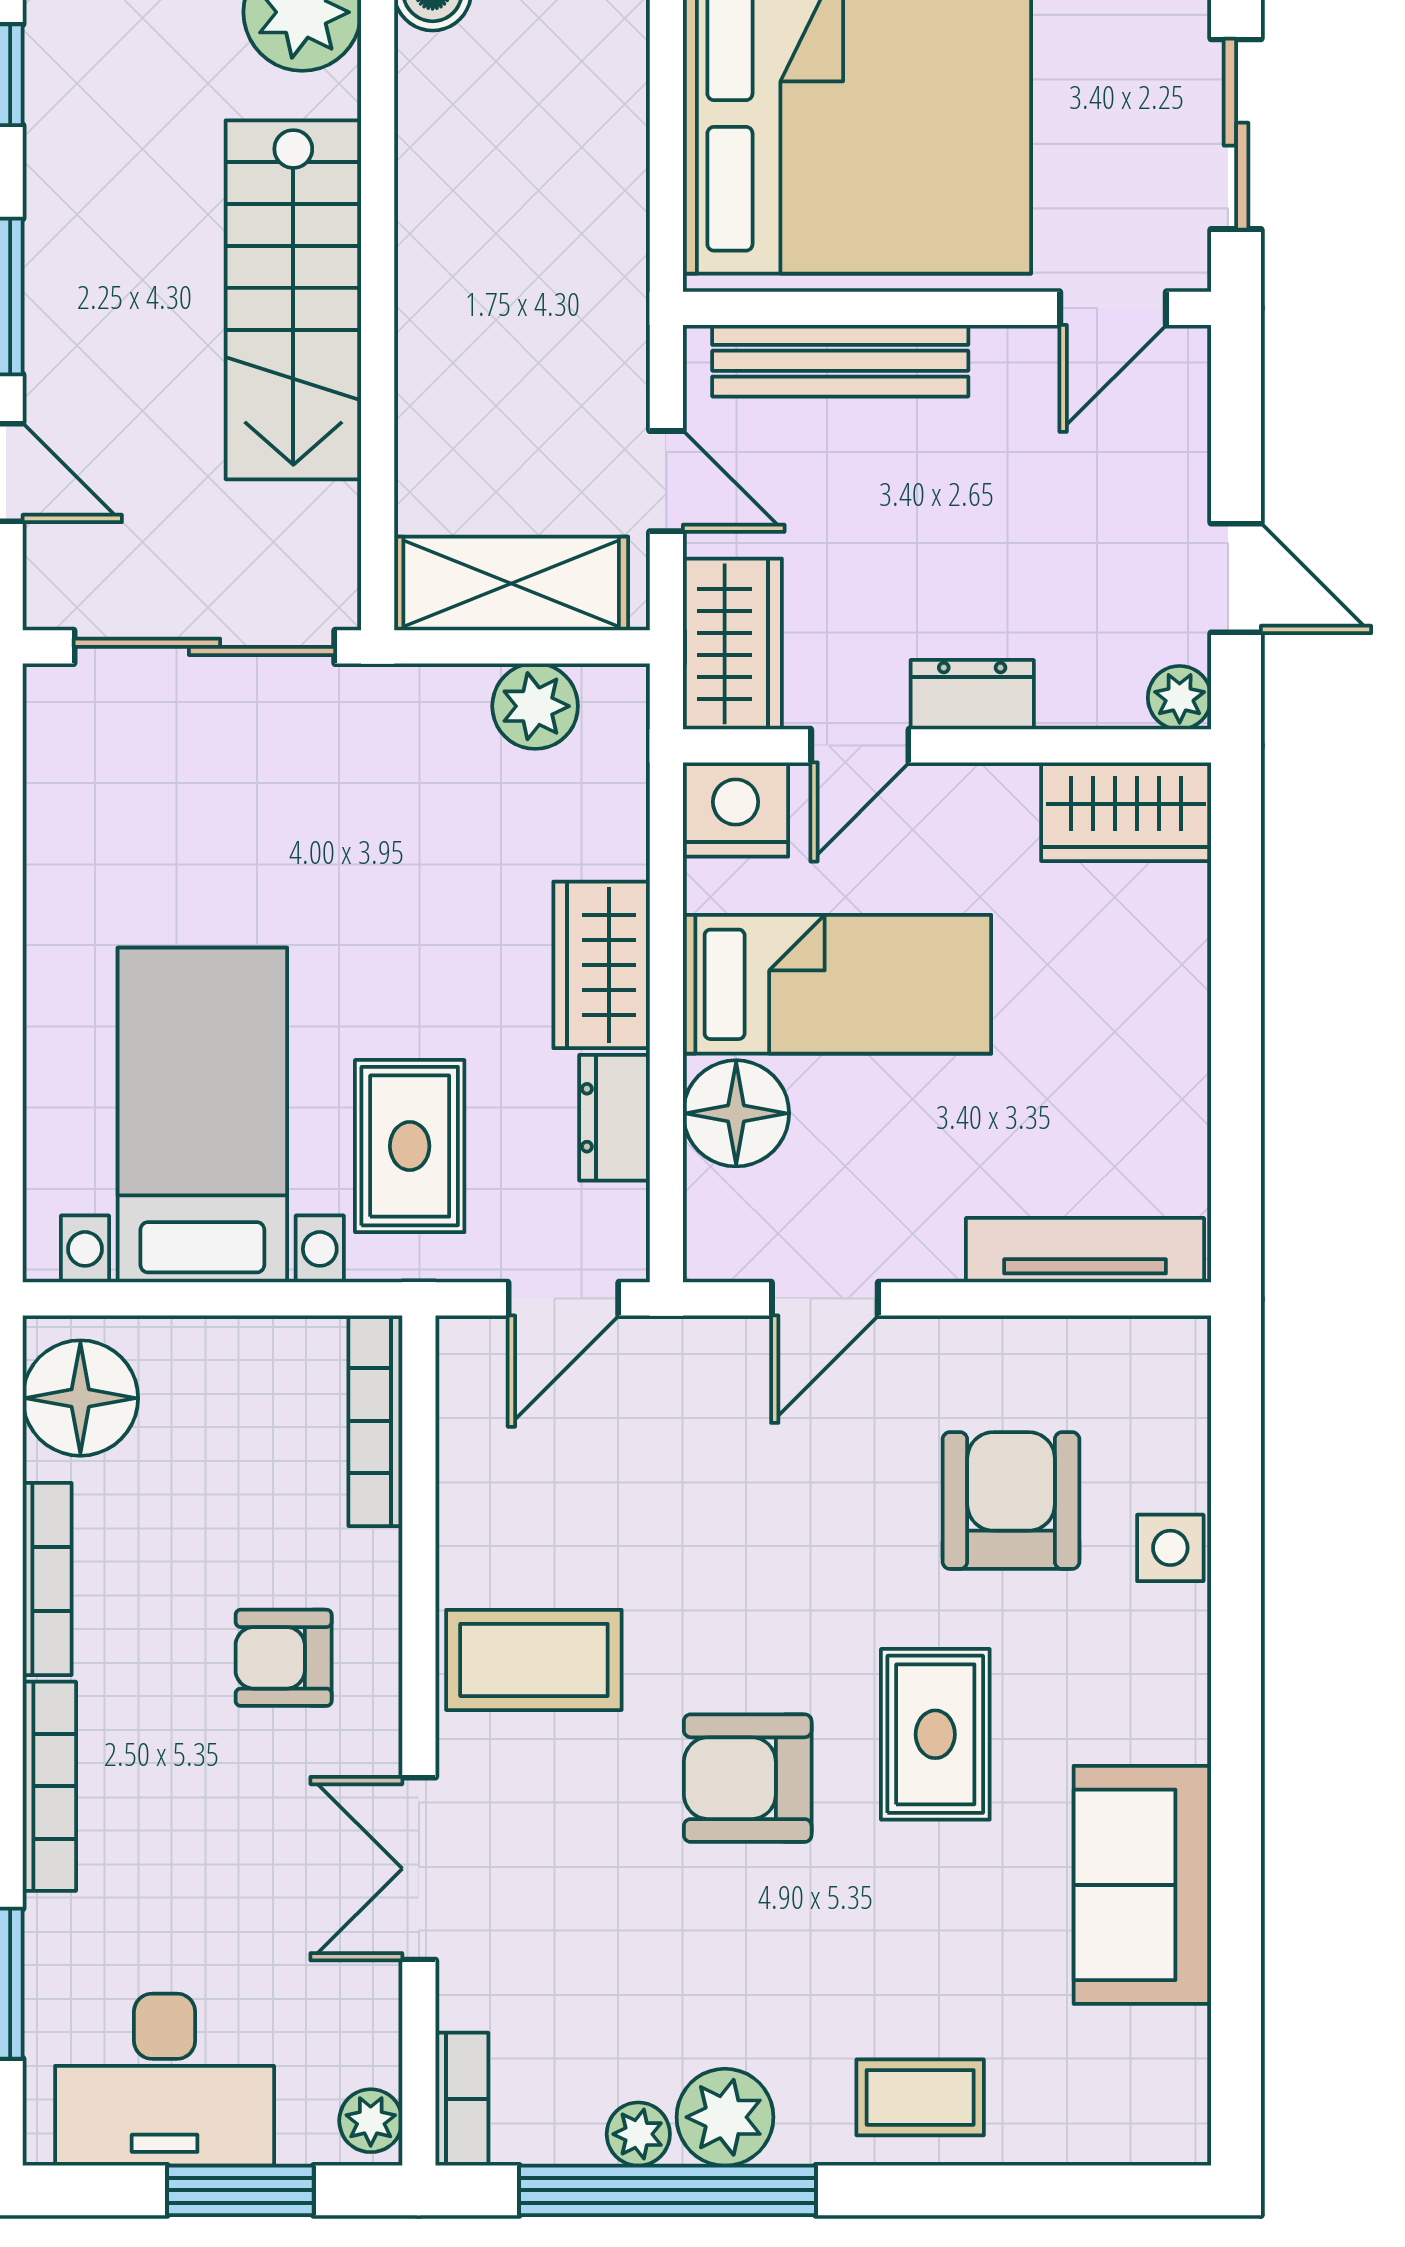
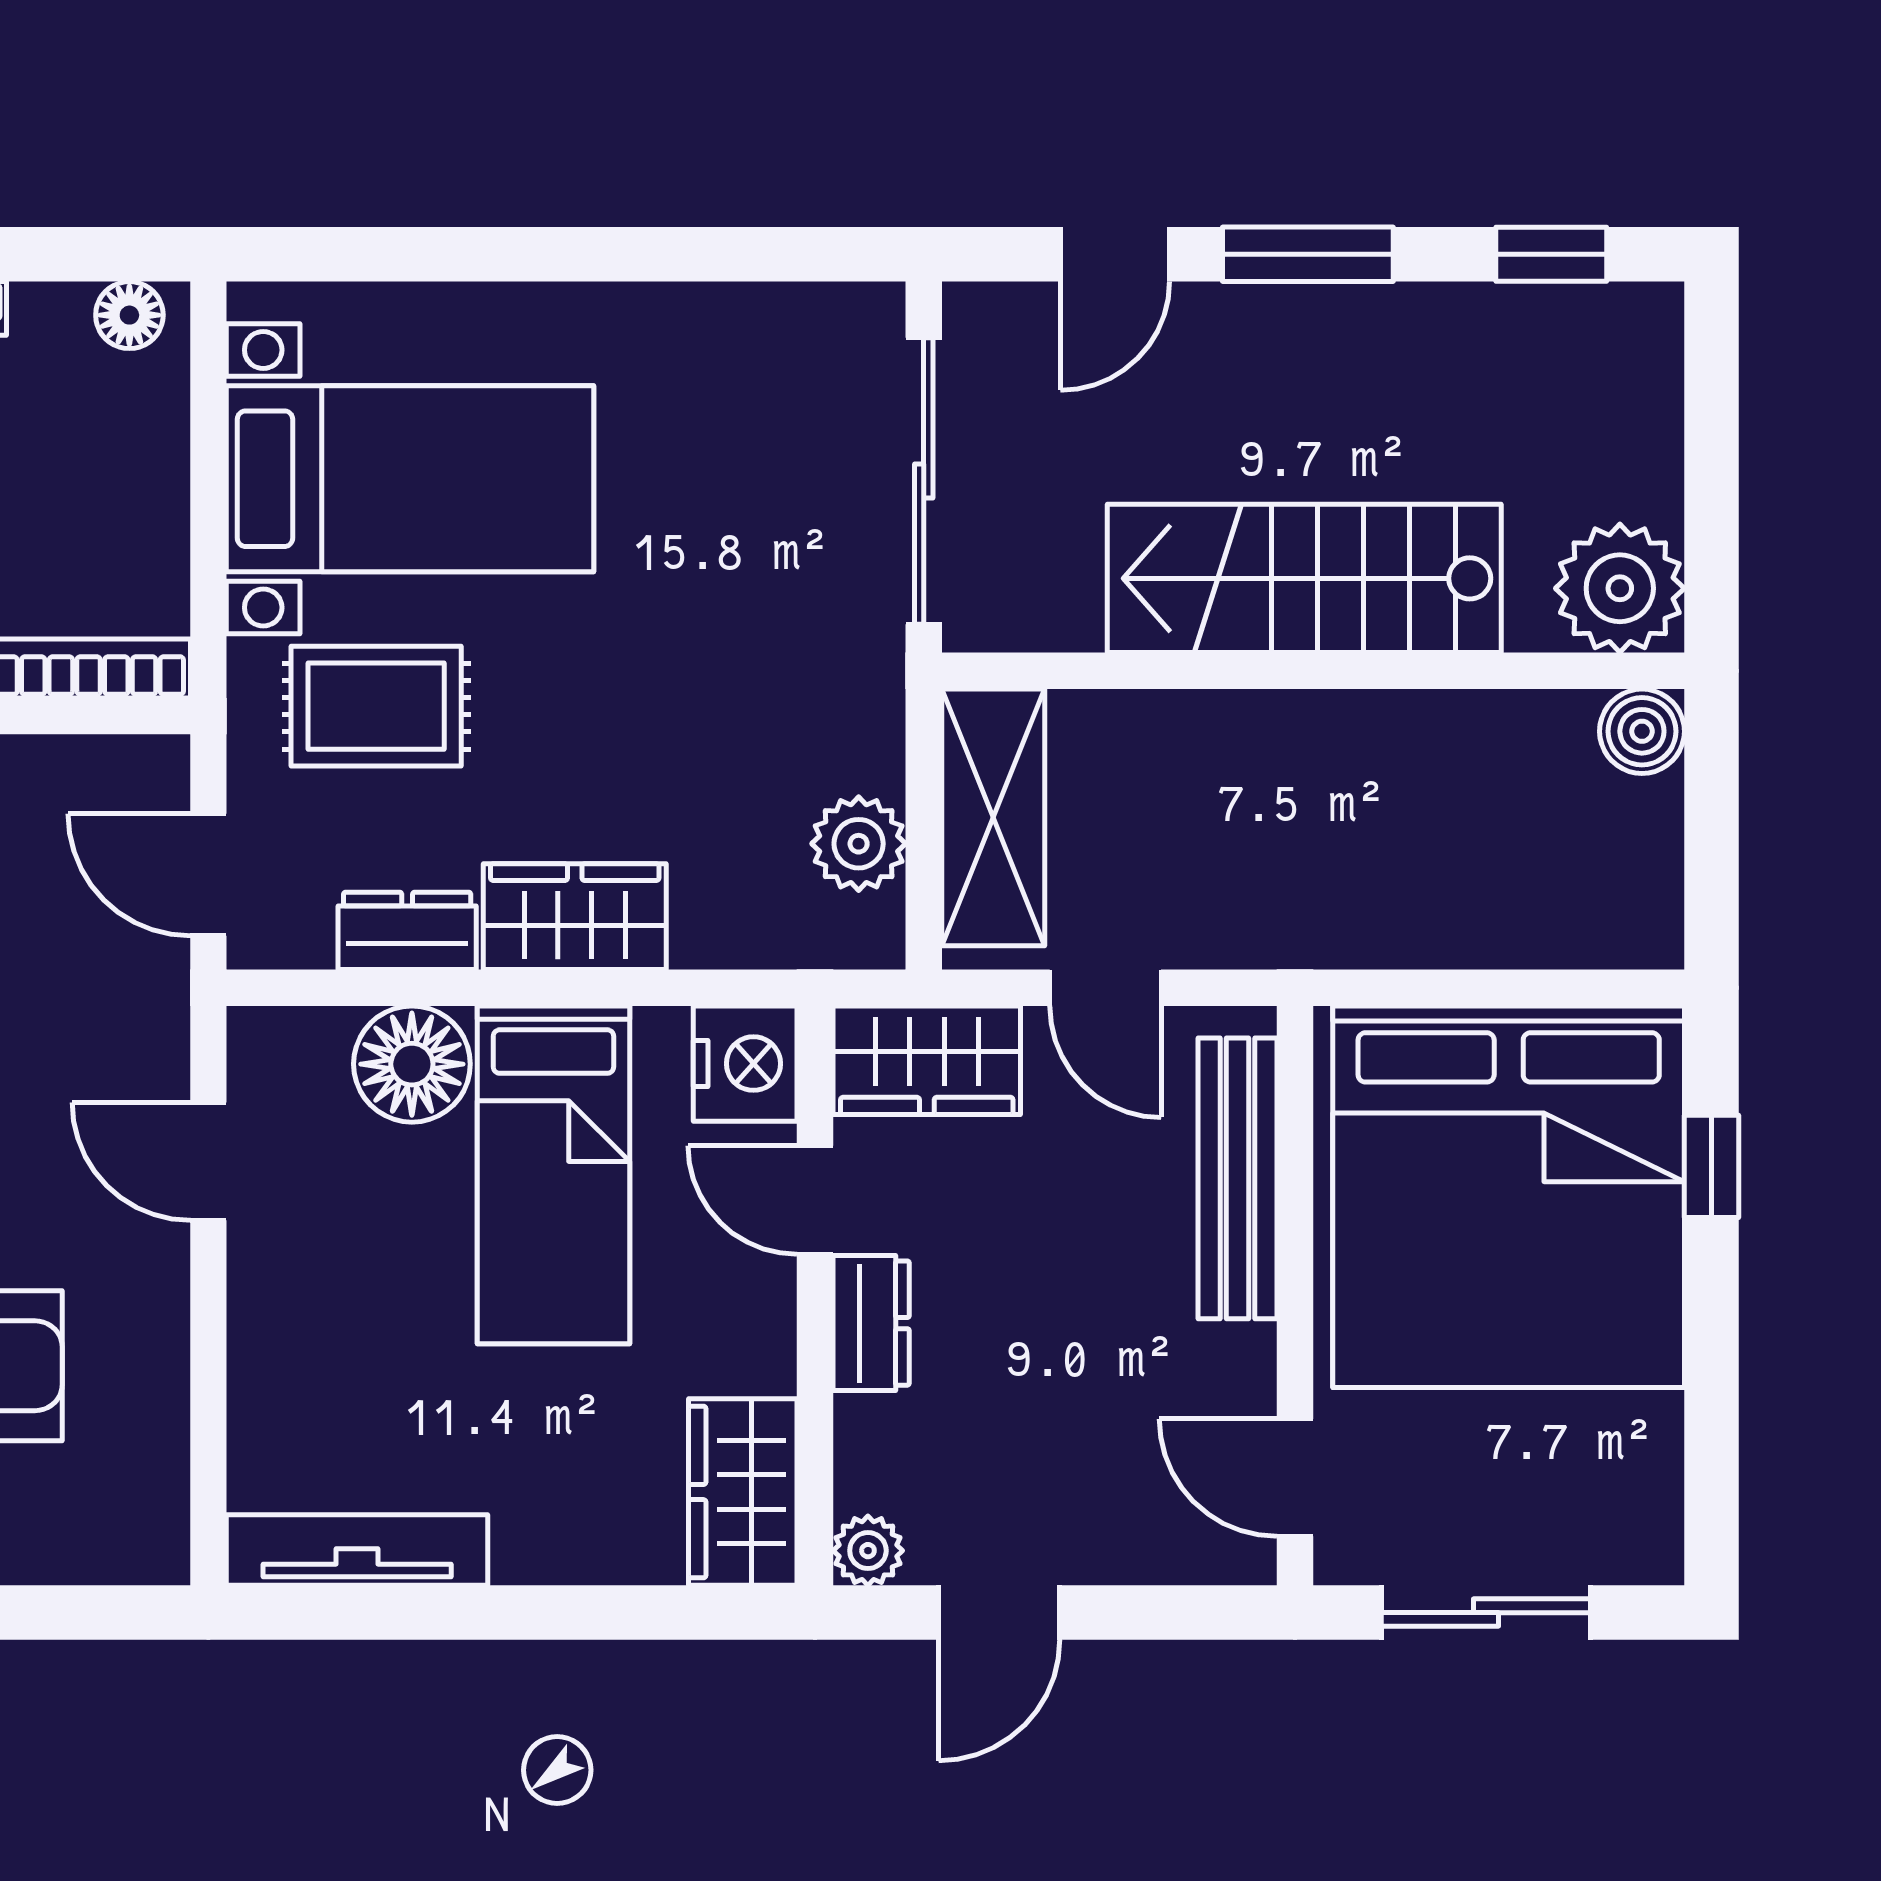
door: (666, 481) -> (1105, 988), hinge flipped
tv unit: (1085, 1250) -> (357, 1550), moved, turned -90
floor lamp: (80, 1398) -> (129, 315), width x0.53, depth x0.53

